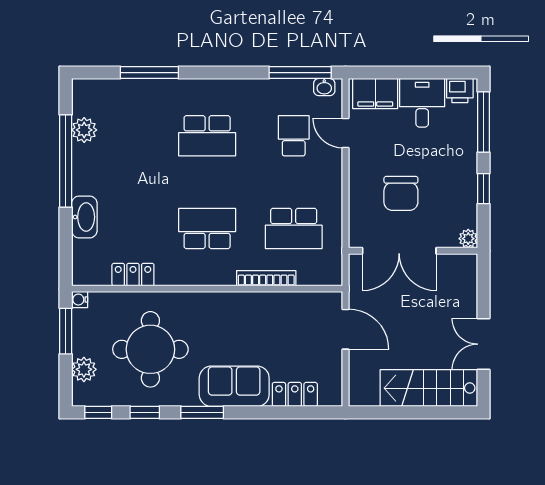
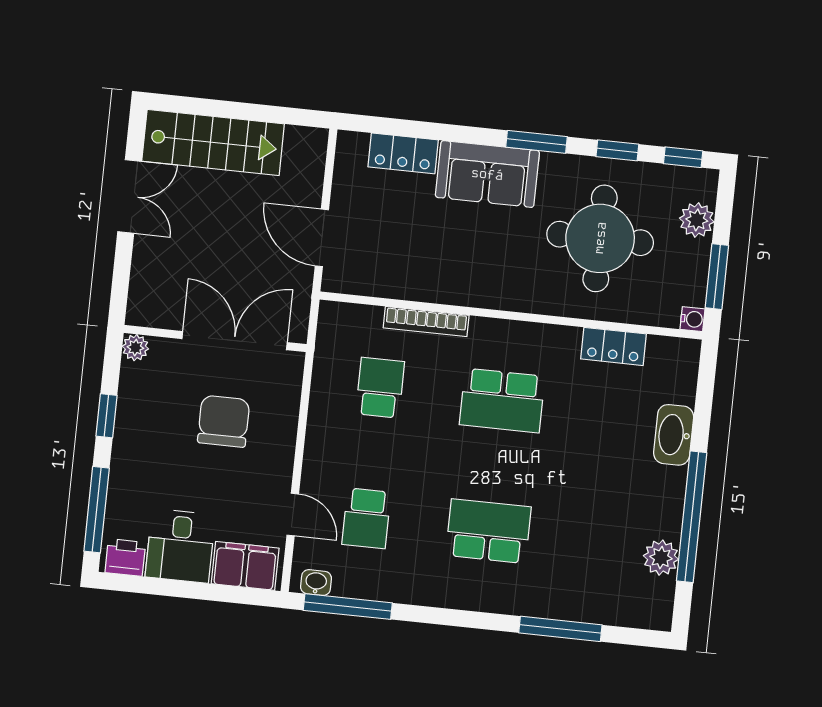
school desk: (294, 228) -> (380, 388), width x0.54

